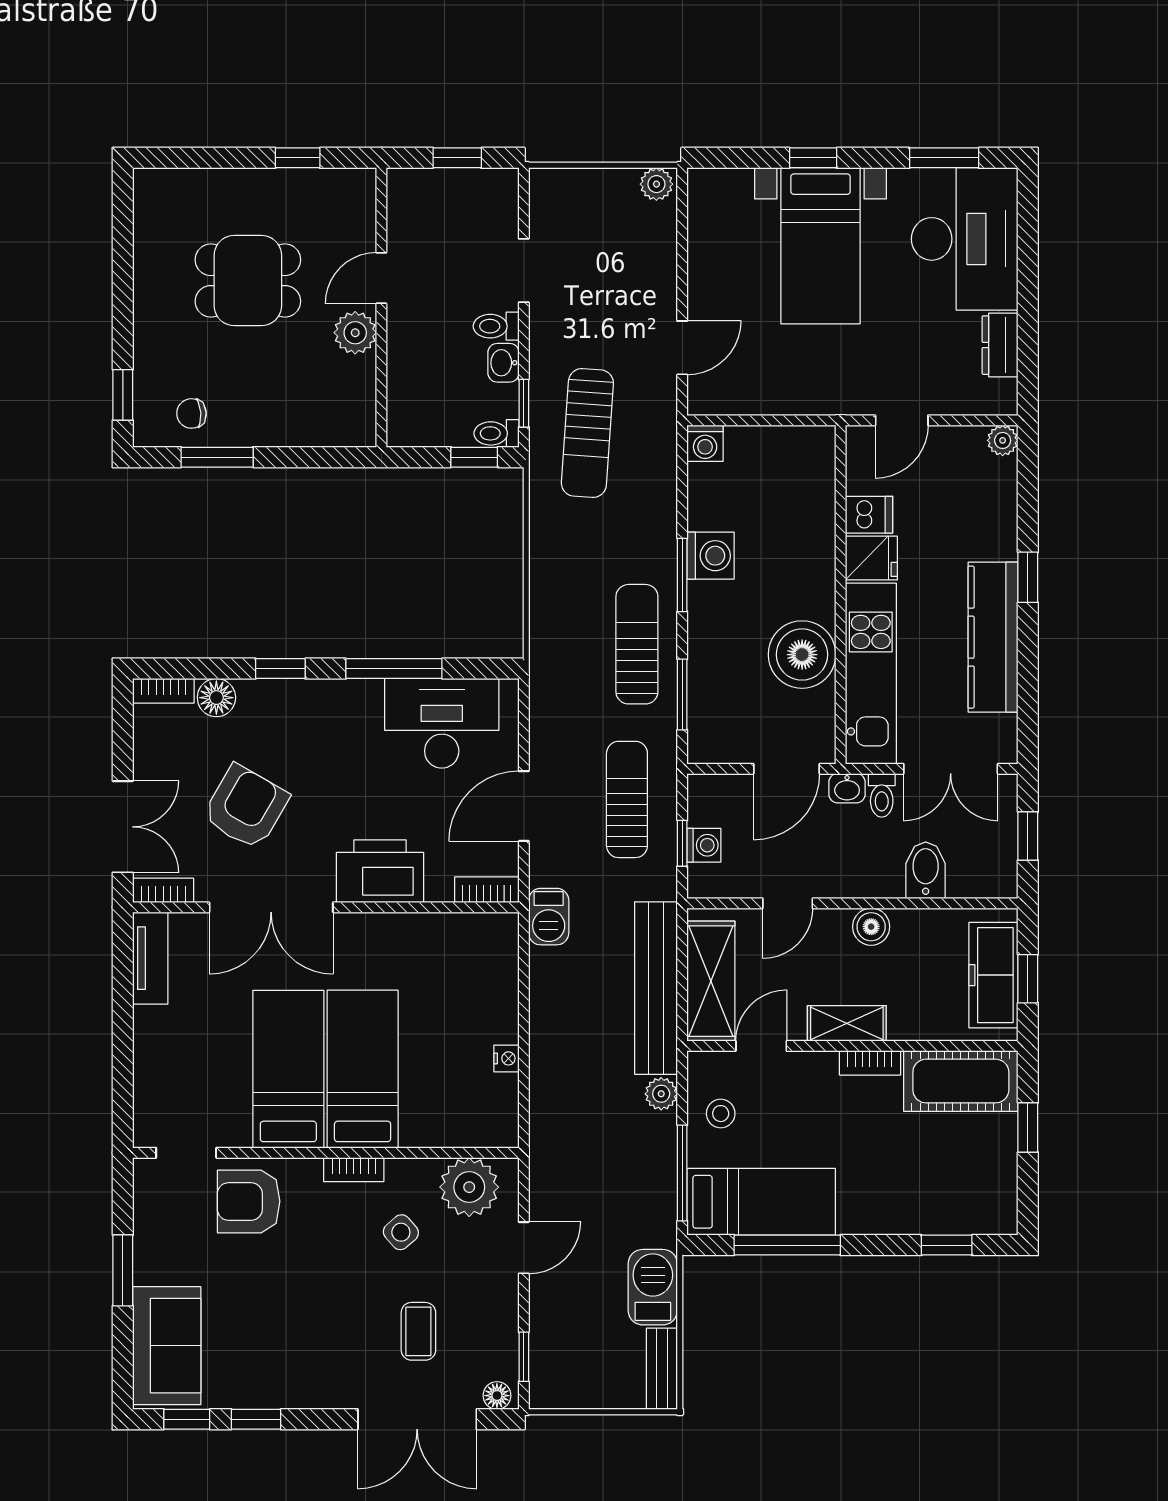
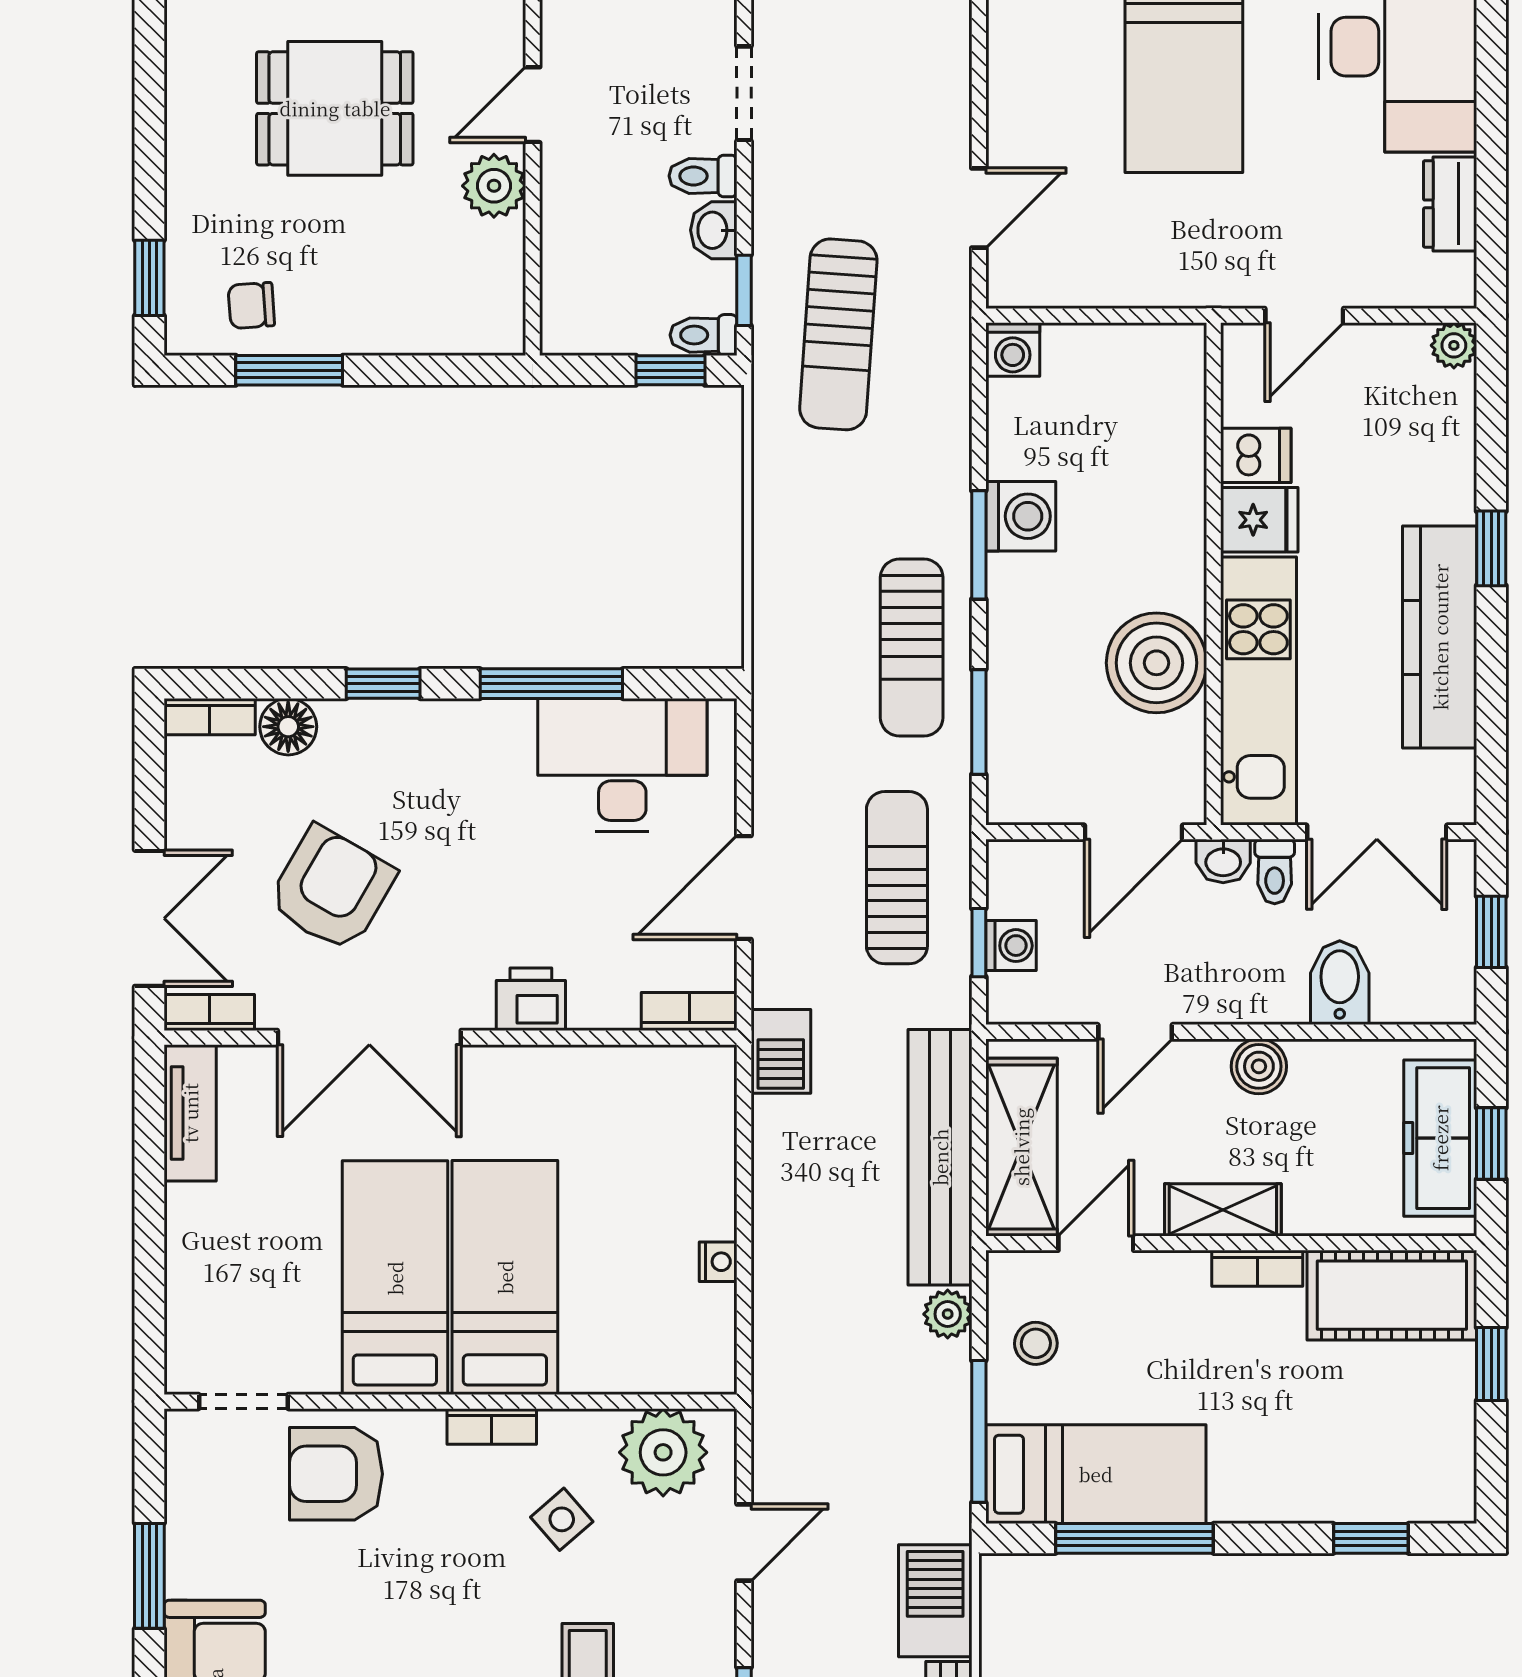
sun lounger: (637, 644) -> (912, 648), turned 180
printer: (380, 871) -> (531, 999), width x0.53, depth x0.68

